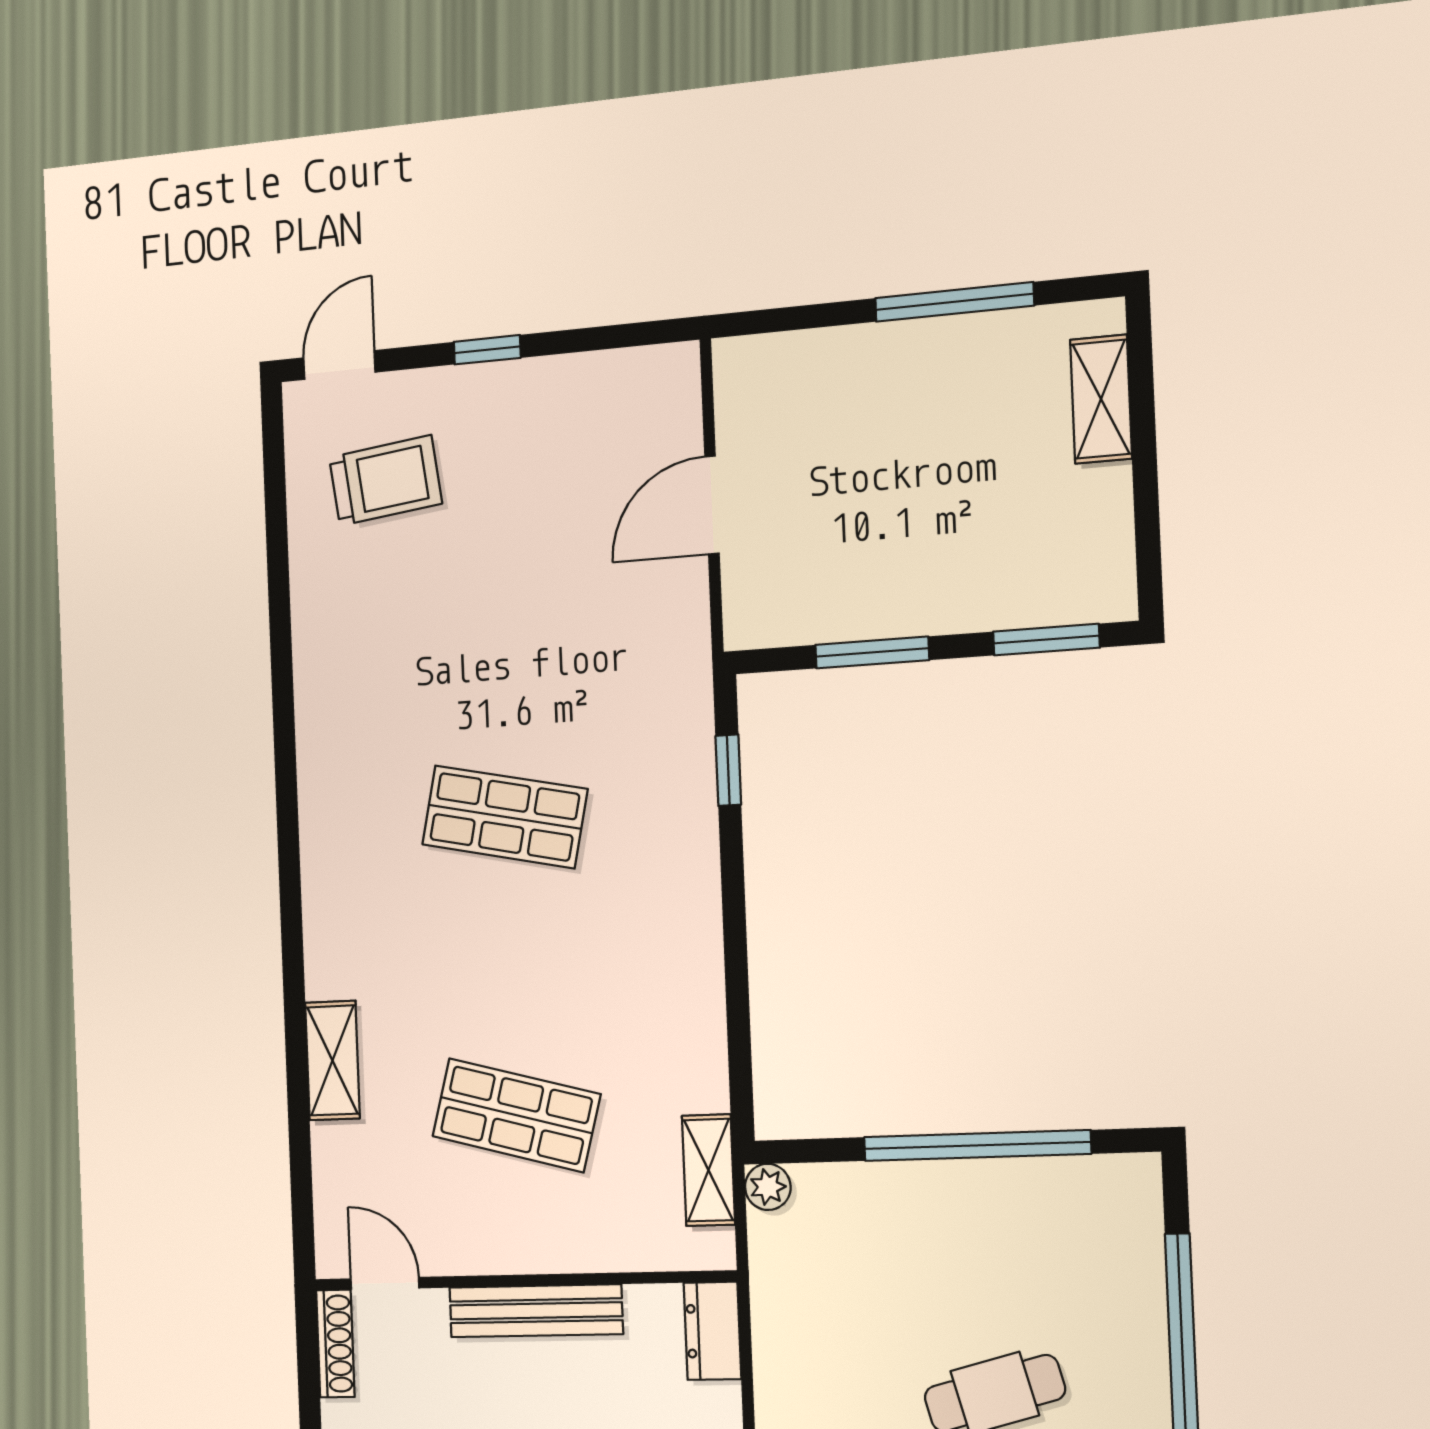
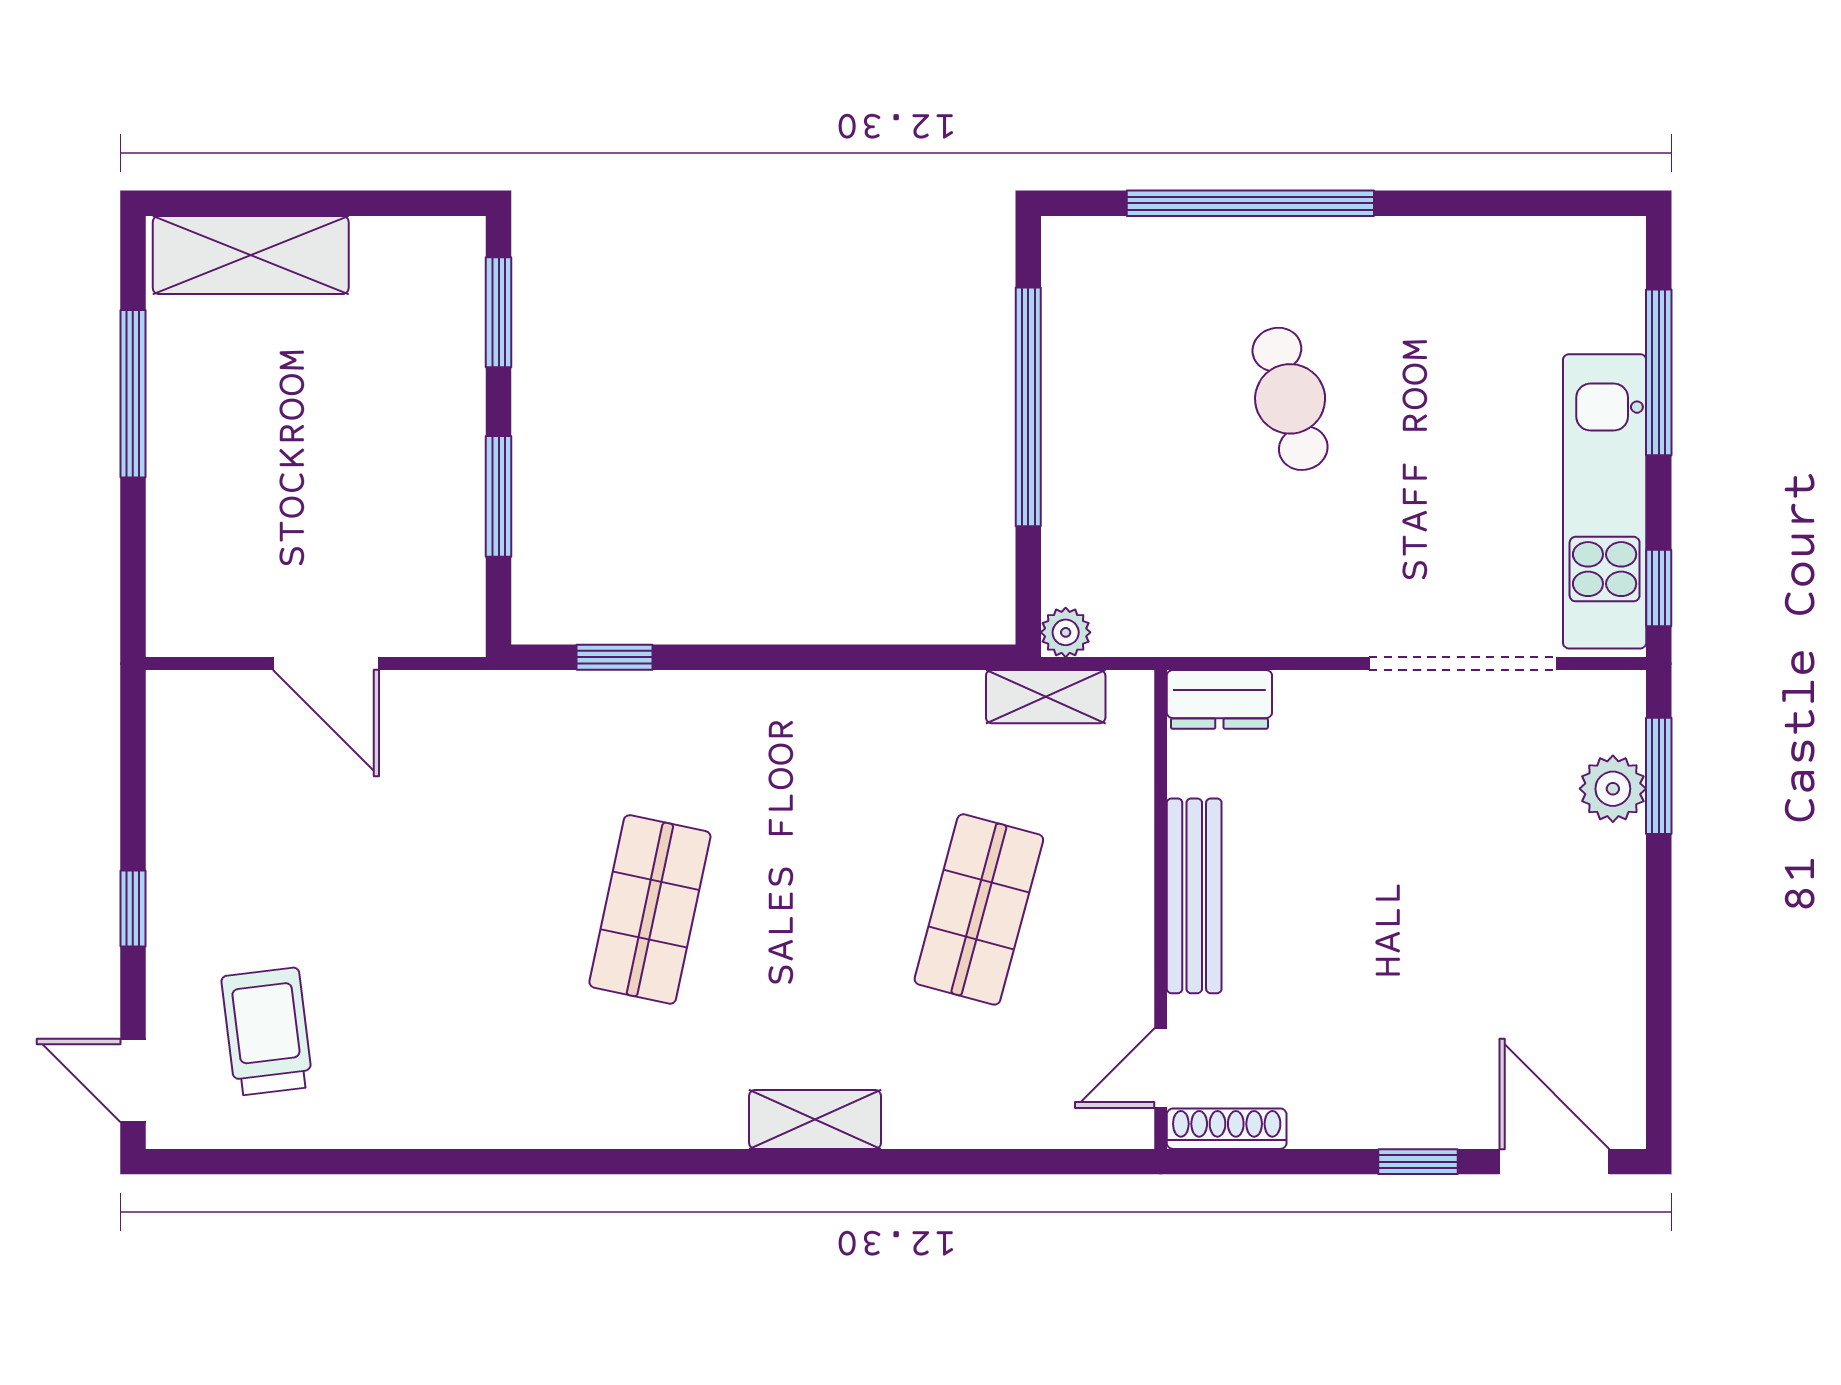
shelving: (1101, 399) -> (251, 255), width x1.50, depth x1.33
shelving: (332, 1060) -> (815, 1119), moved

